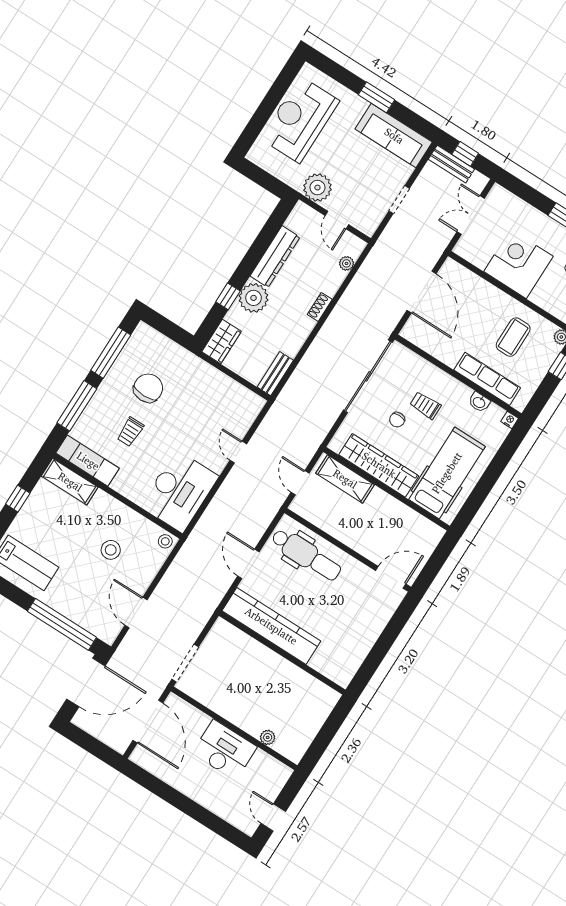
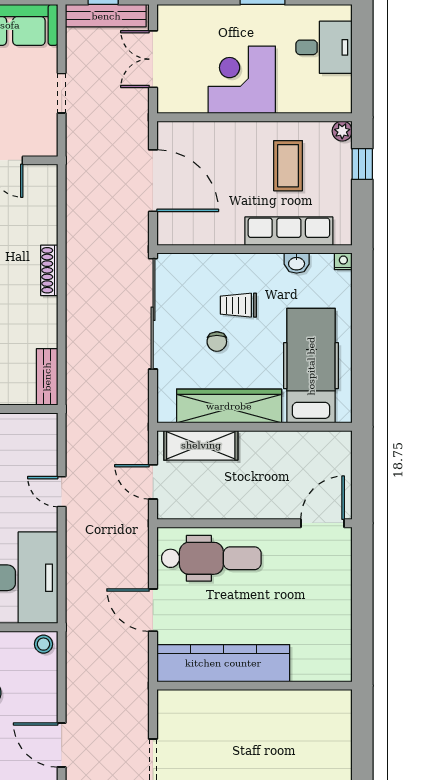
bench: (451, 164) -> (106, 16), width x1.36
plant: (346, 263) -> (48, 202), removed
shoe rack: (320, 307) -> (49, 270), width x1.43

